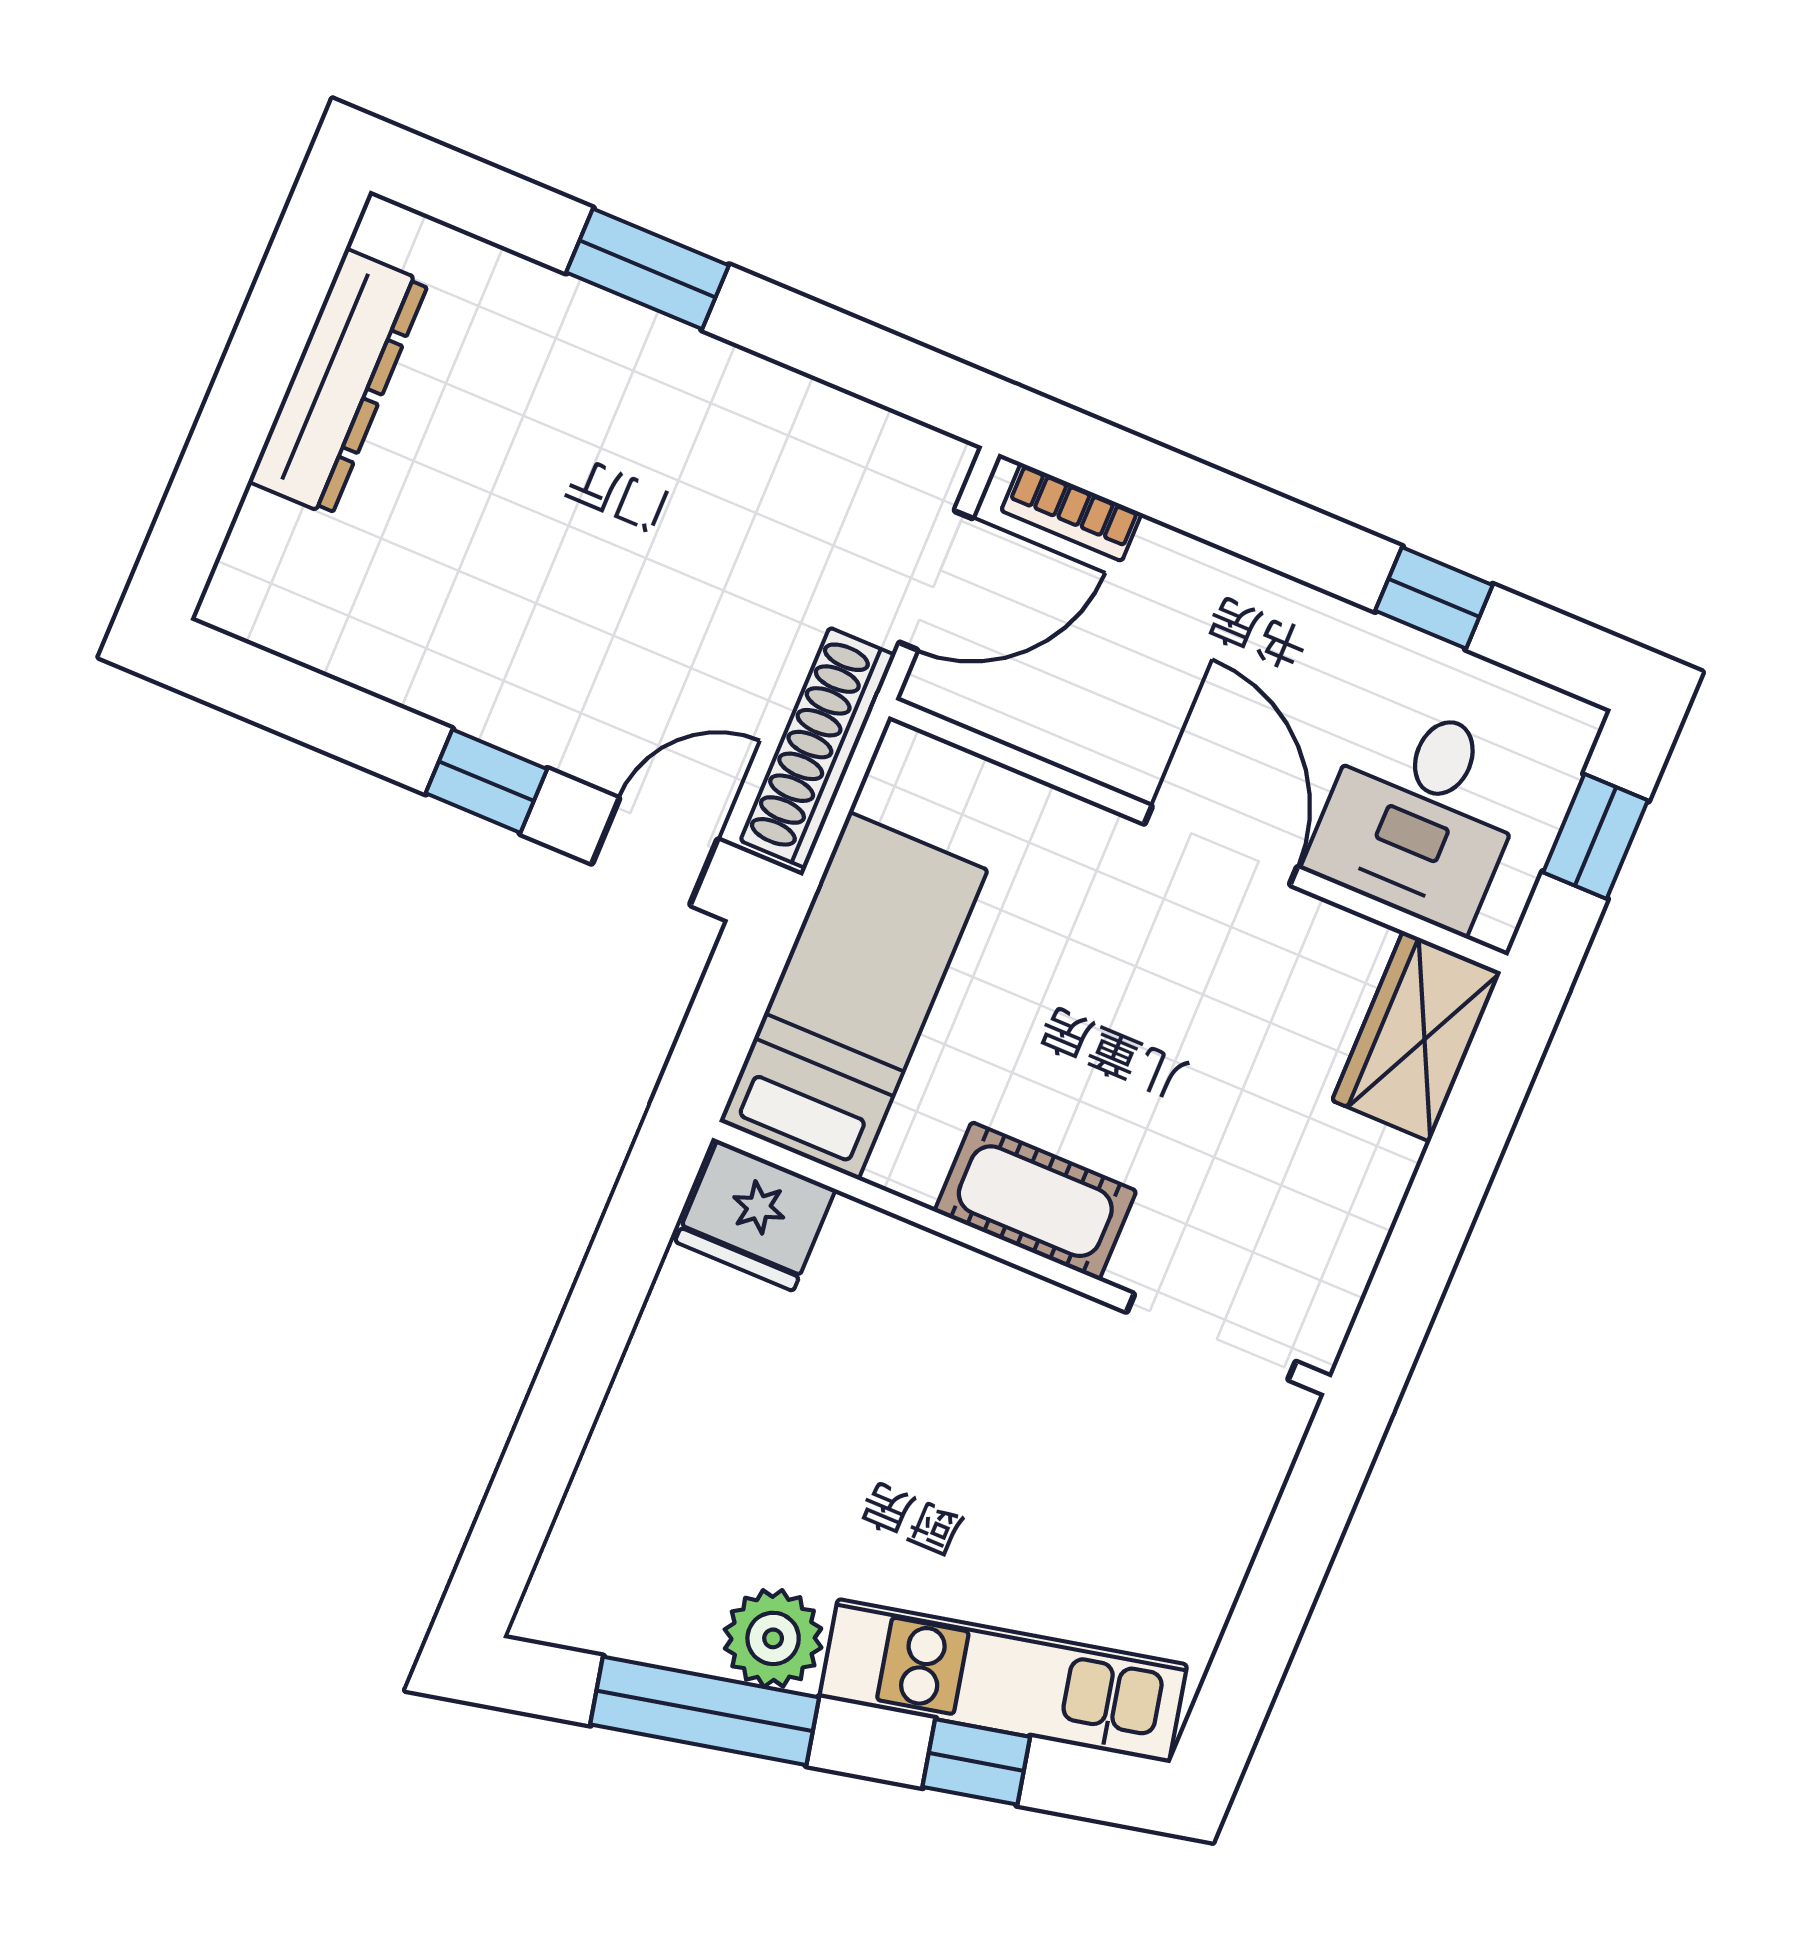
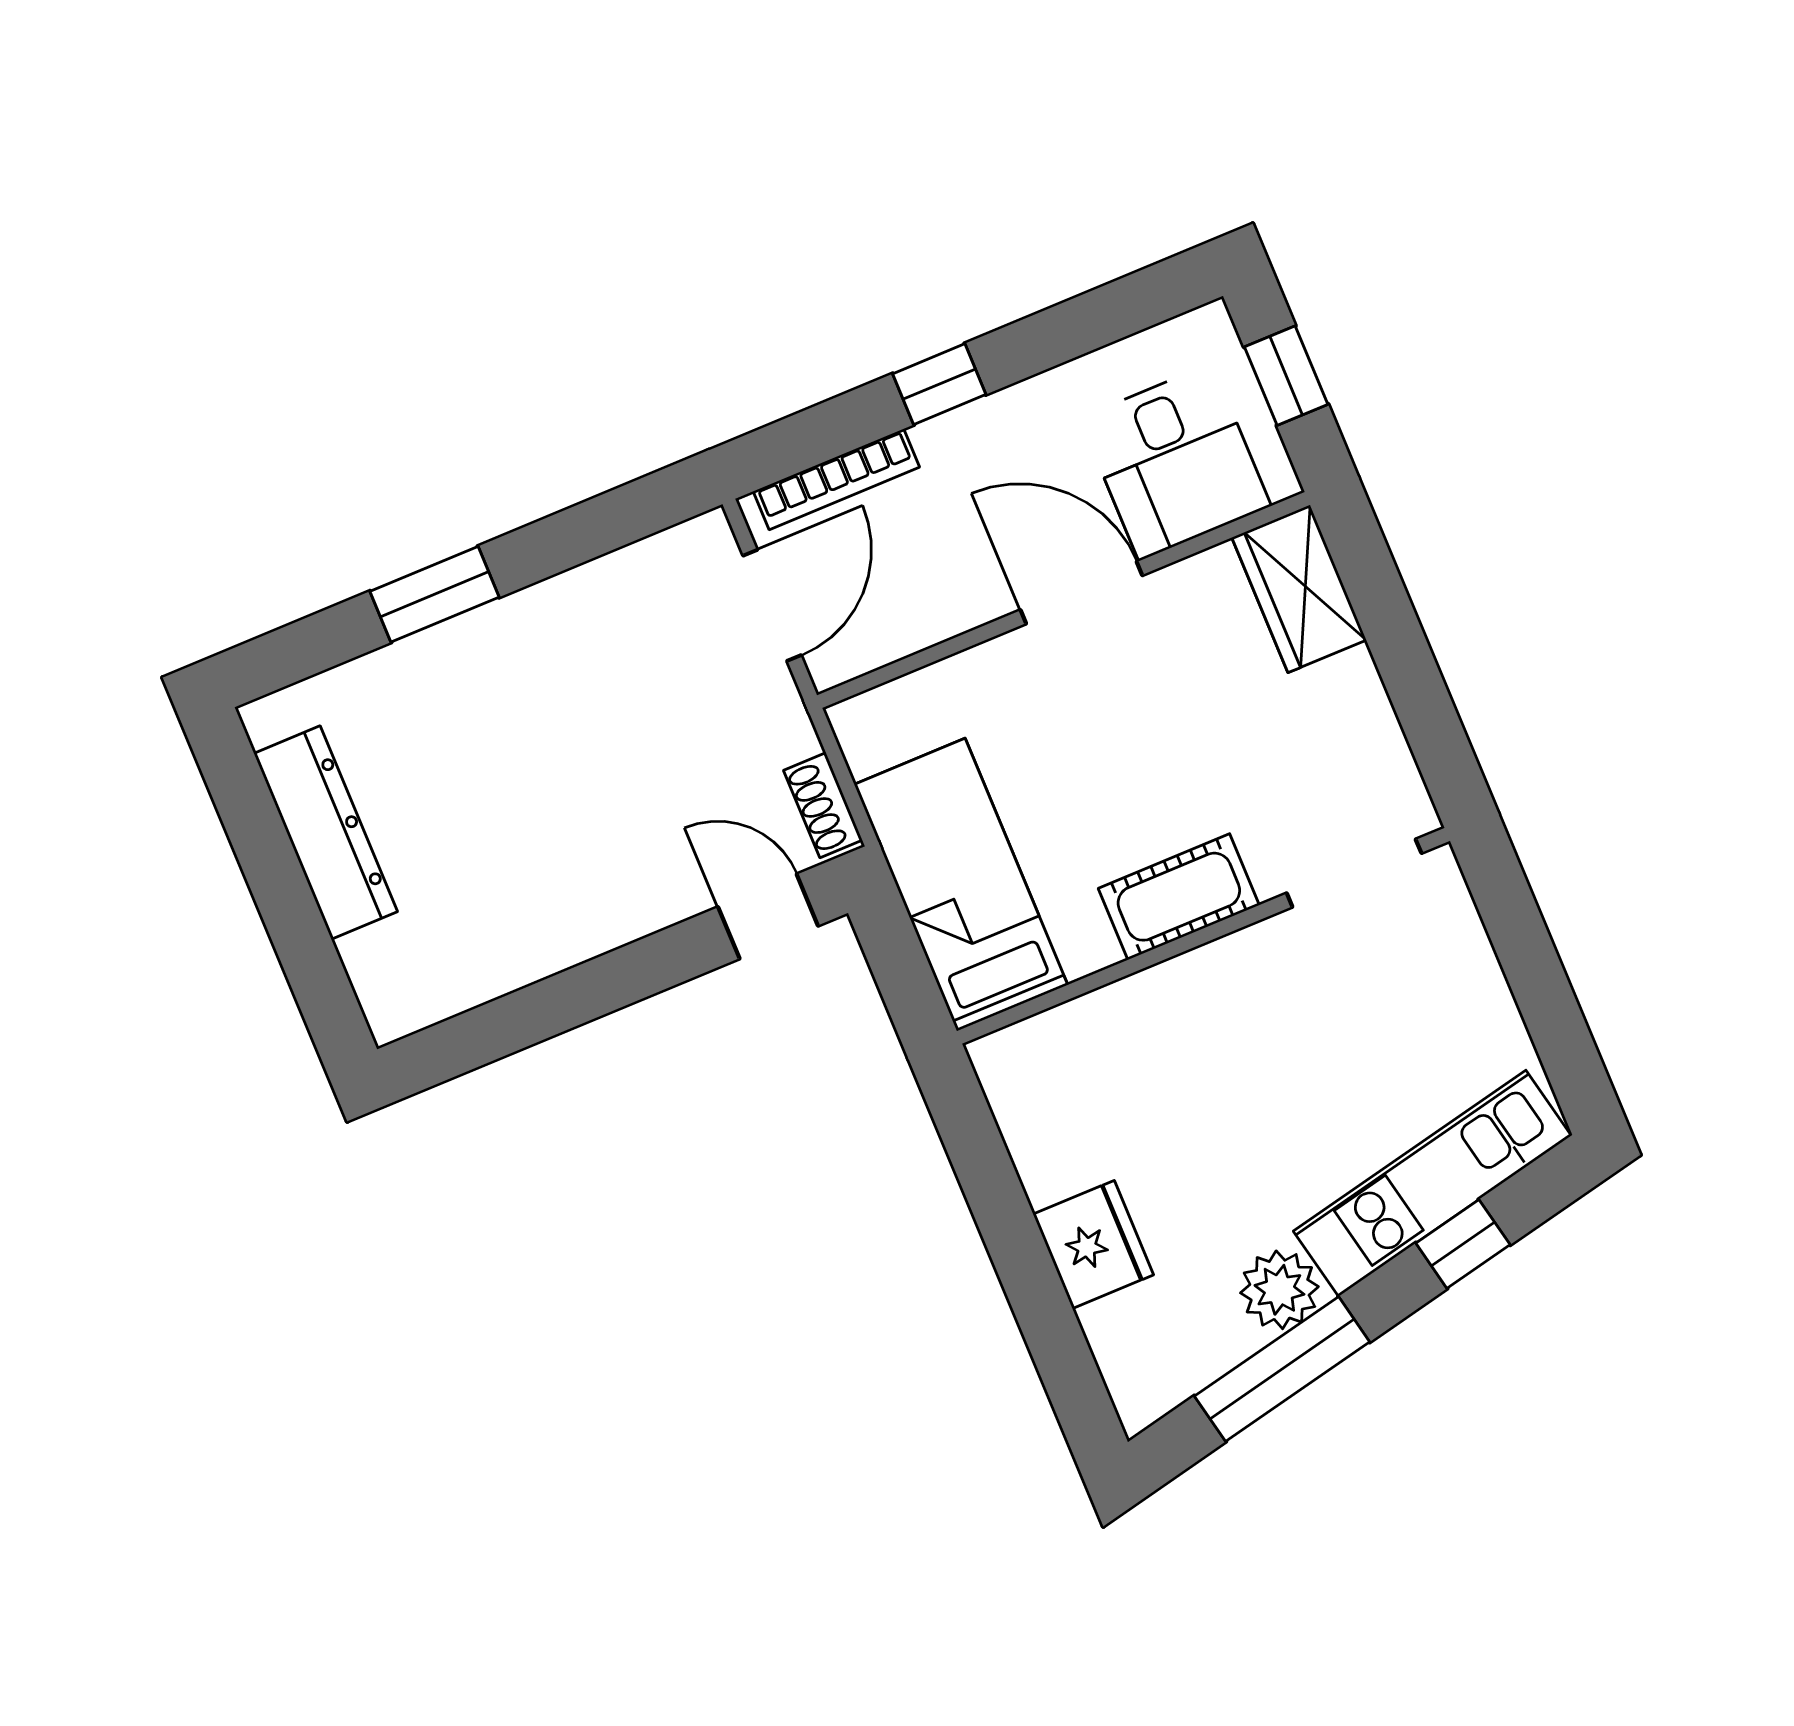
bookcase: (1071, 512) -> (836, 479), width x1.56
window: (1434, 598) -> (939, 384), moved
shoe rack: (818, 748) -> (823, 805), width x0.51, depth x0.81
window: (486, 781) -> (634, 972), removed
door: (655, 852) -> (768, 916), hinge flipped
fridge: (755, 1215) -> (1093, 1245), moved, turned -90

